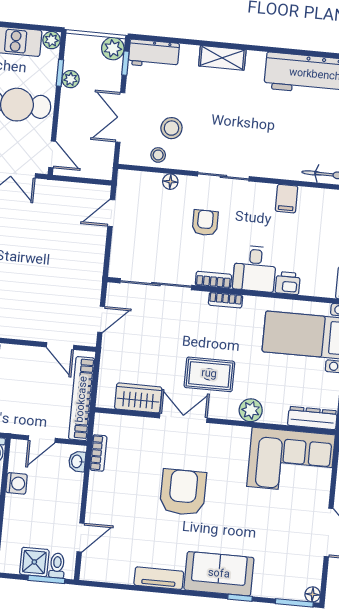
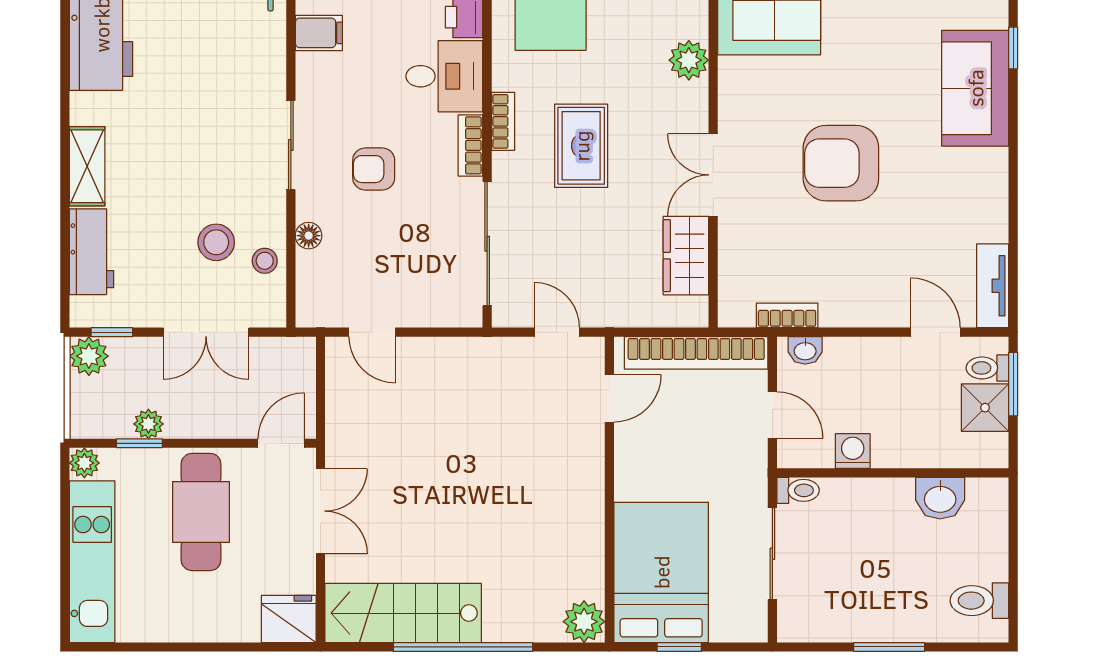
workbench: (154, 54) -> (92, 252), moved
rug: (209, 374) -> (581, 146), moved
tv unit: (159, 578) -> (993, 286), moved

